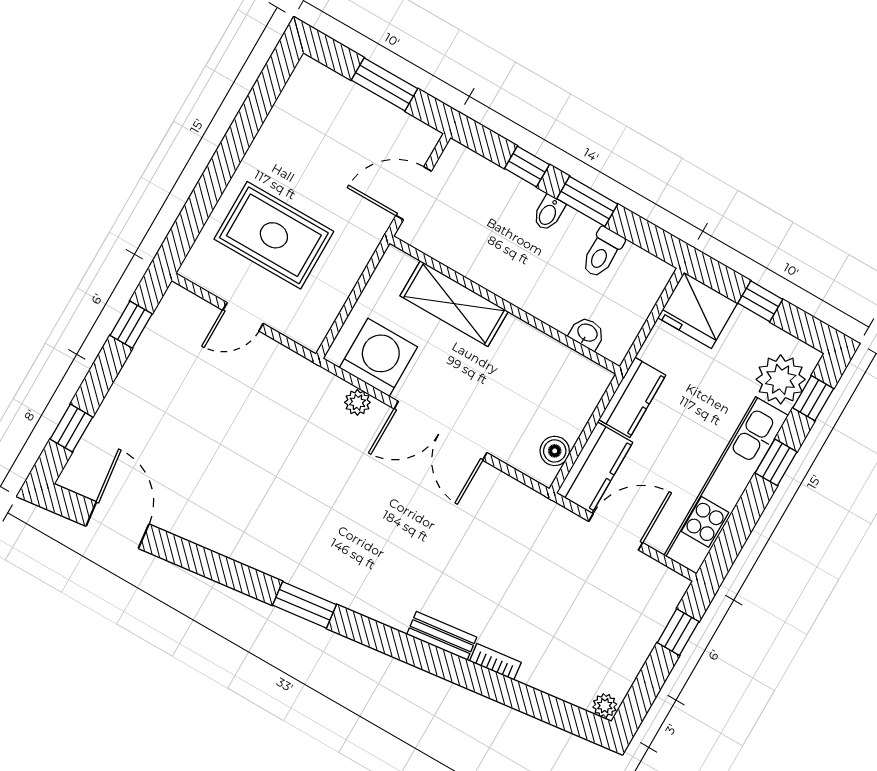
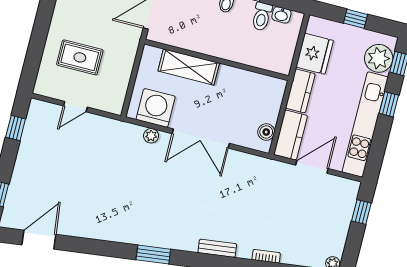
rug: (274, 235) -> (80, 57), width x0.73, depth x0.70
fridge: (698, 310) -> (315, 54), moved, turned -90
washbasin: (587, 333) -> (281, 15), moved, turned 180
door: (117, 525) -> (39, 240), hinge flipped
bench: (442, 636) -> (217, 248), moved

